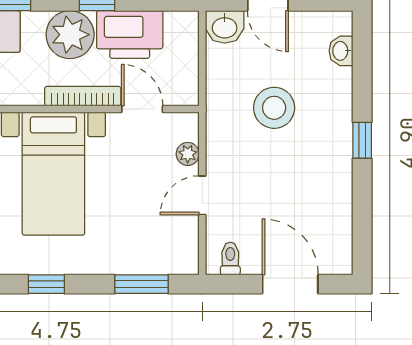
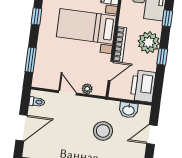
washbasin: (225, 27) -> (128, 110), moved, turned -90
printer: (130, 34) -> (143, 86), moved

